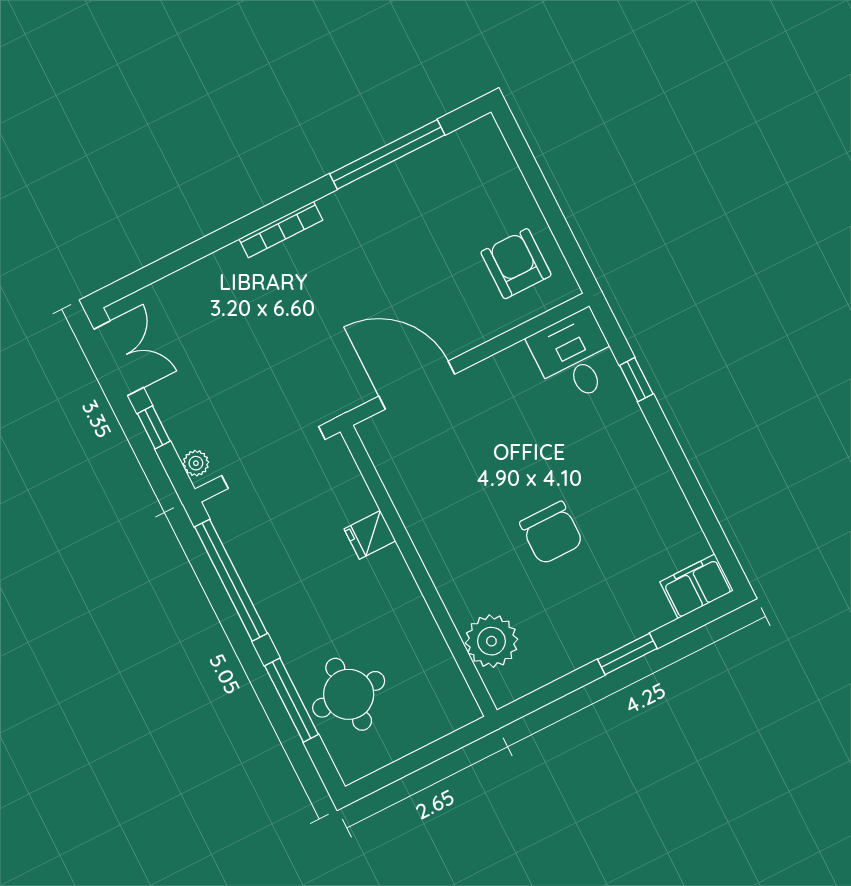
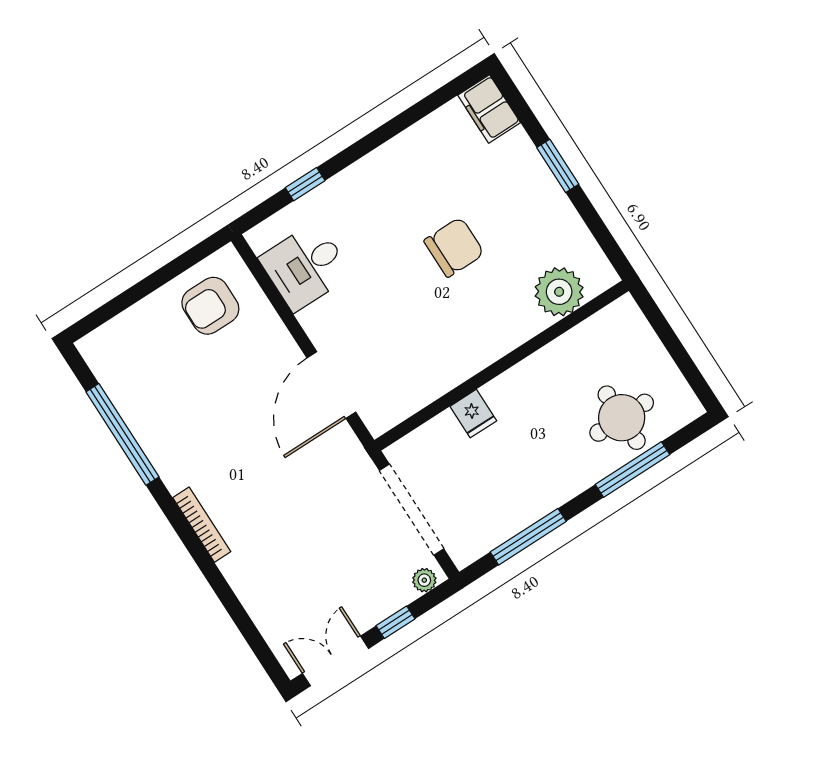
desk: (575, 357) -> (305, 266), moved
window: (231, 580) -> (528, 537), width x0.68

